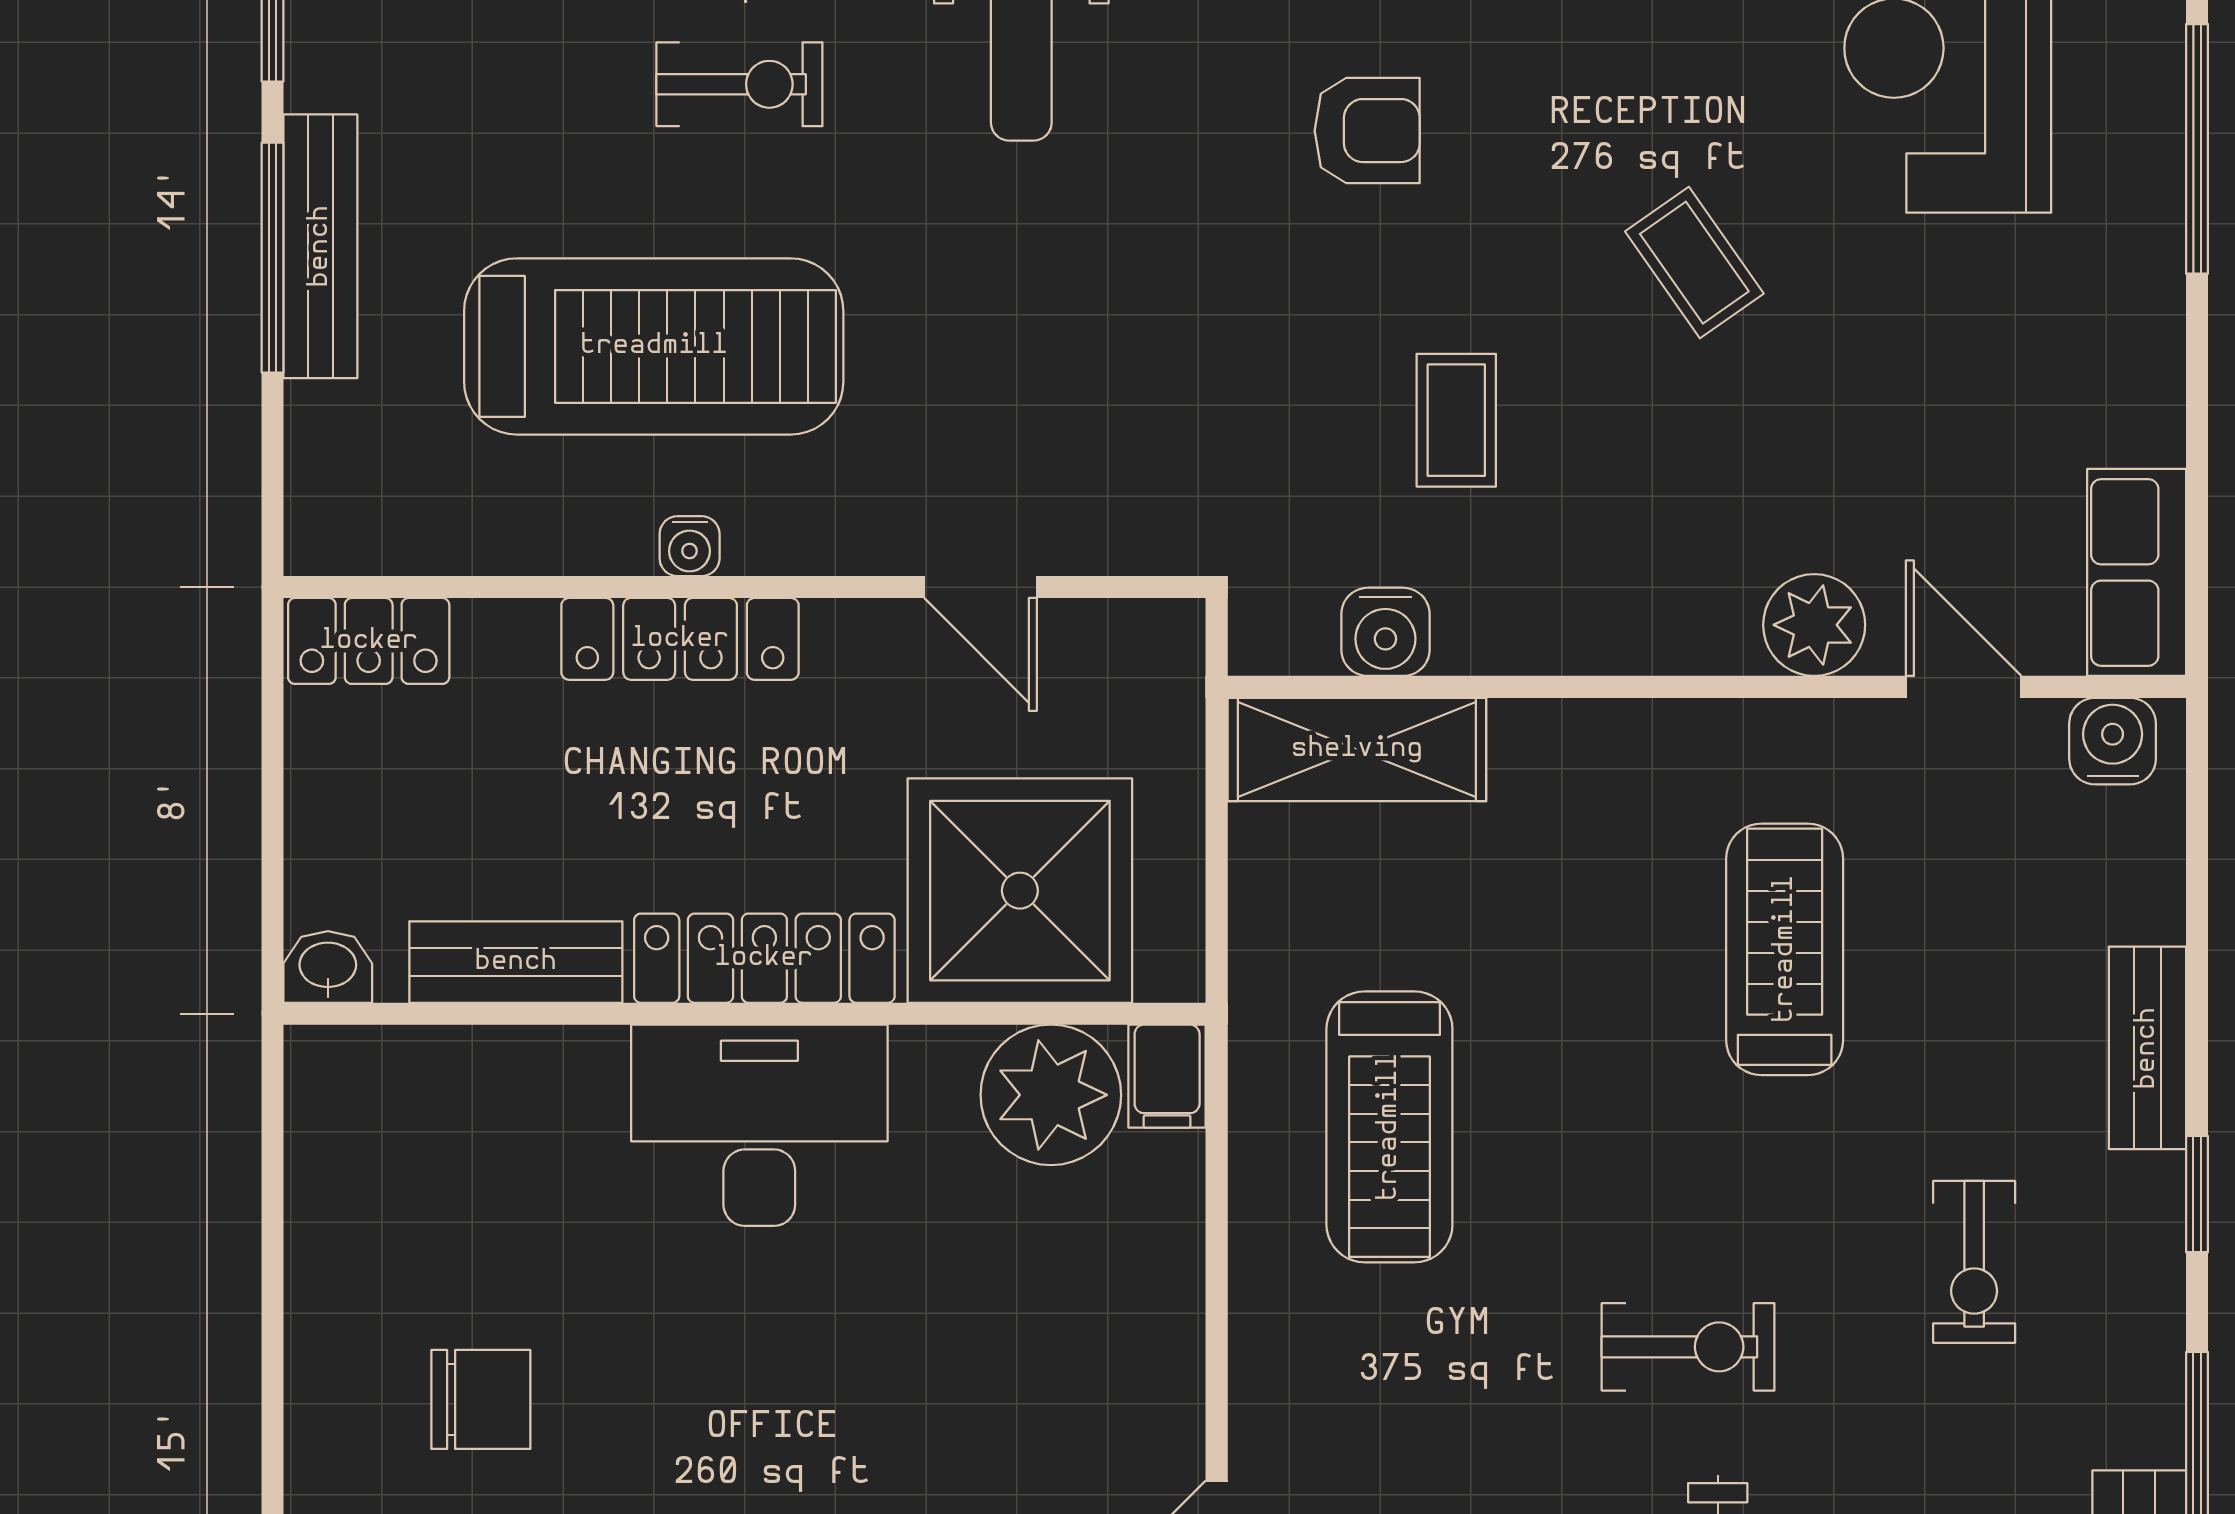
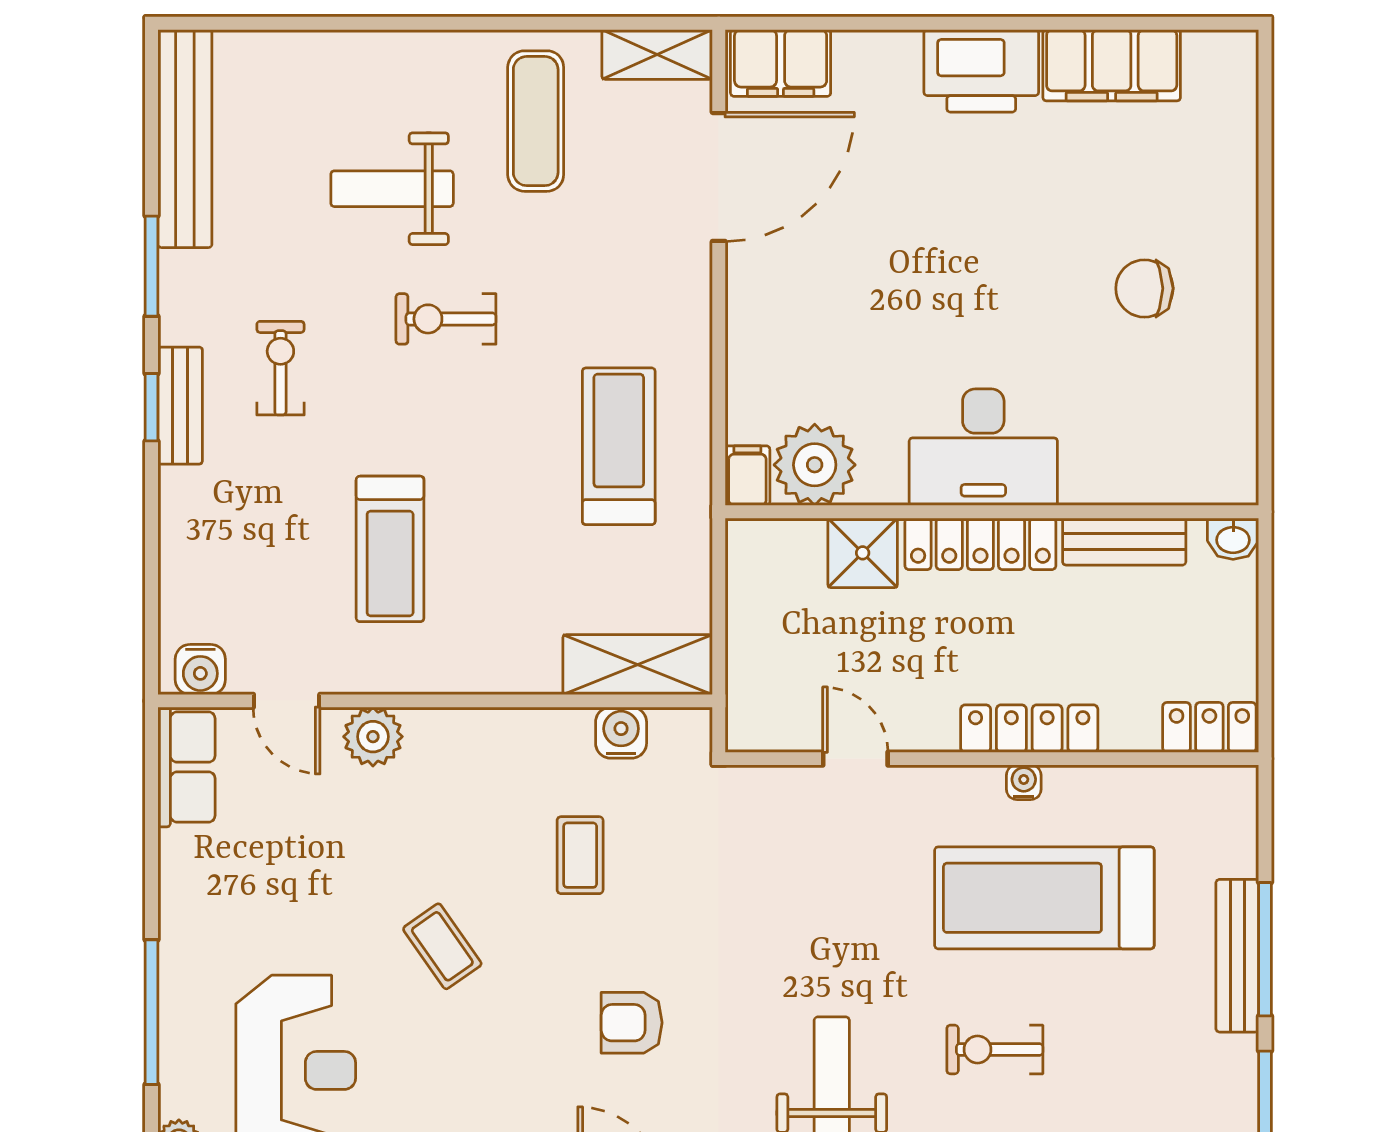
shower: (1020, 891) -> (863, 553), width x0.54, depth x0.54
bench: (2147, 1048) -> (180, 406), moved

